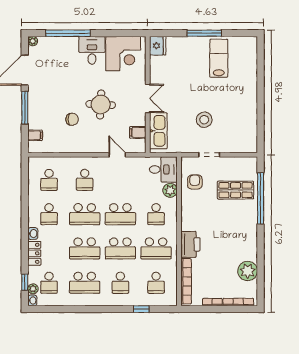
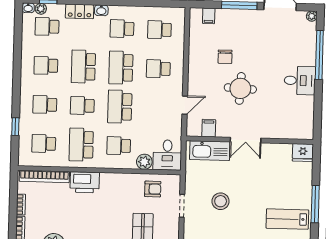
corner desk: (123, 54) -> (295, 115), removed
lab bench: (219, 58) -> (287, 219), turned 180
school desk: (120, 248) -> (82, 106), width x0.54
school desk: (85, 283) -> (46, 66), width x0.54

